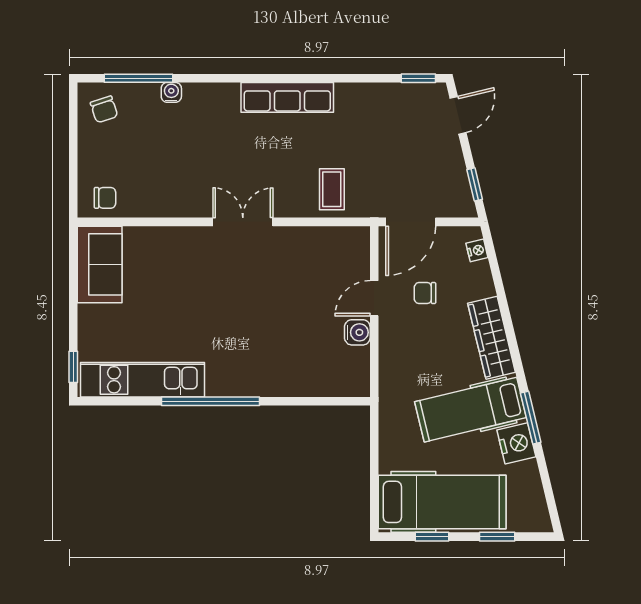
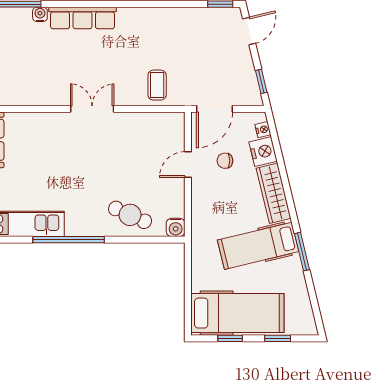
row of seats: (287, 97) -> (83, 18), moved
water cooler: (357, 332) -> (176, 227), moved, turned 90
cafe table: (295, 367) -> (130, 215), added
nightstand: (516, 443) -> (263, 152), moved

